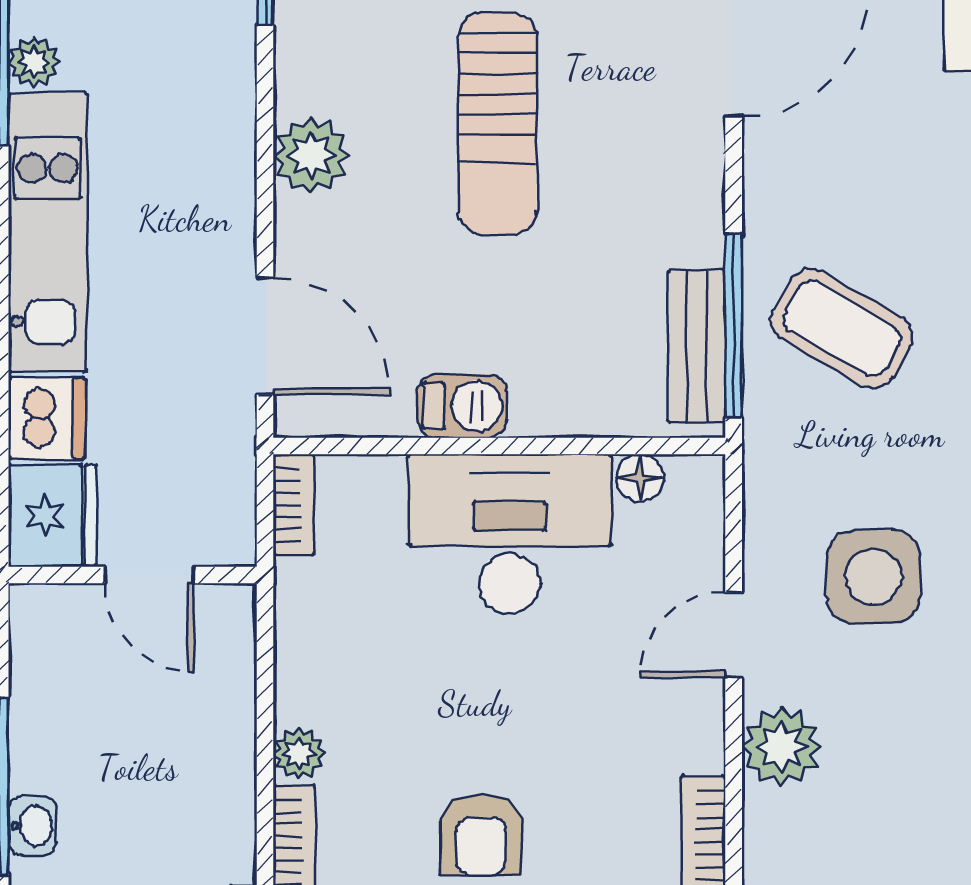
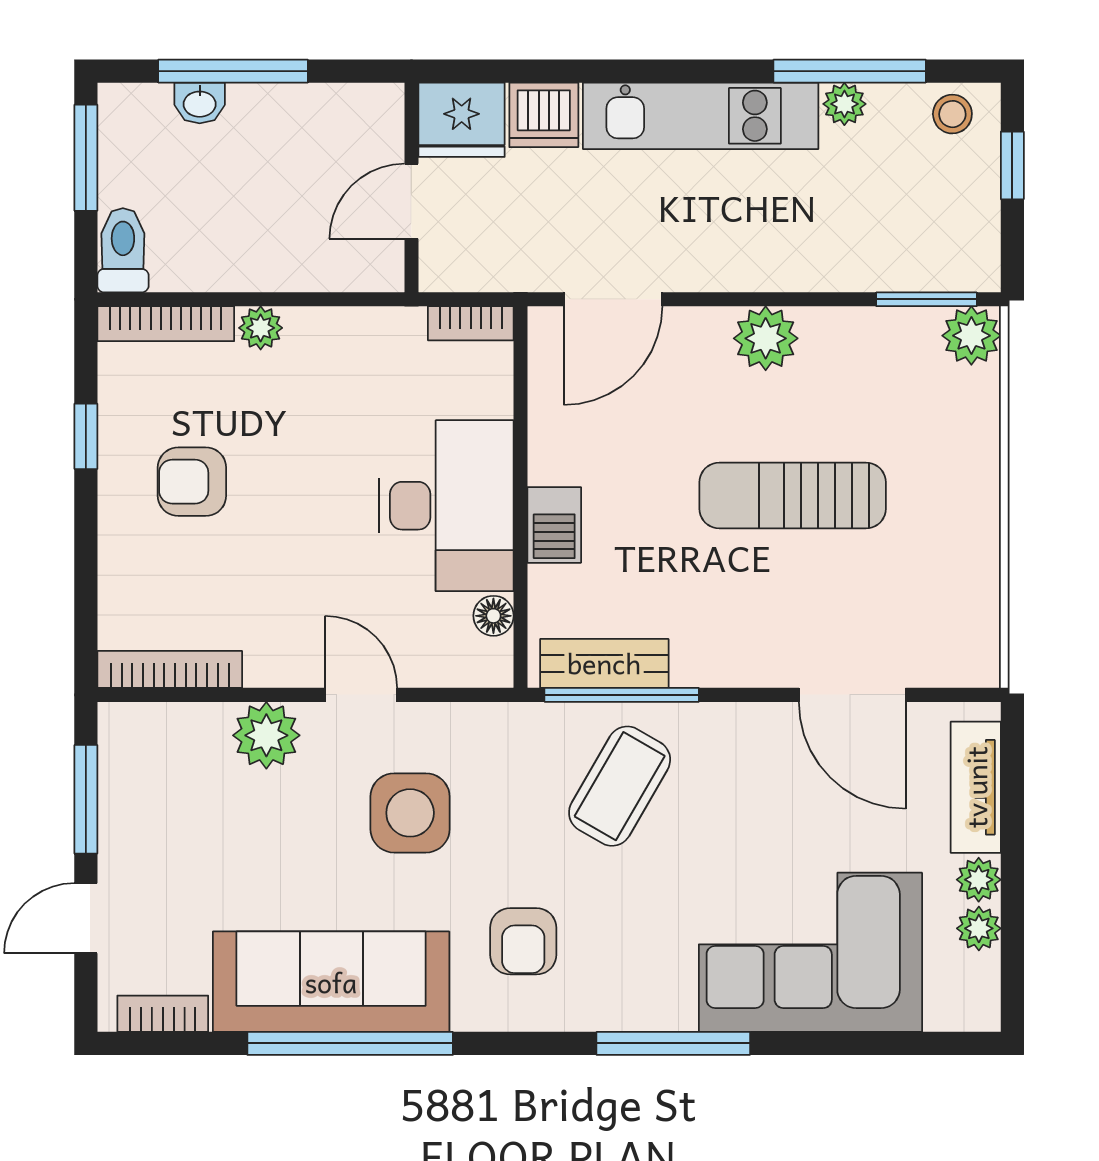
barbecue: (462, 406) -> (554, 525), moved

